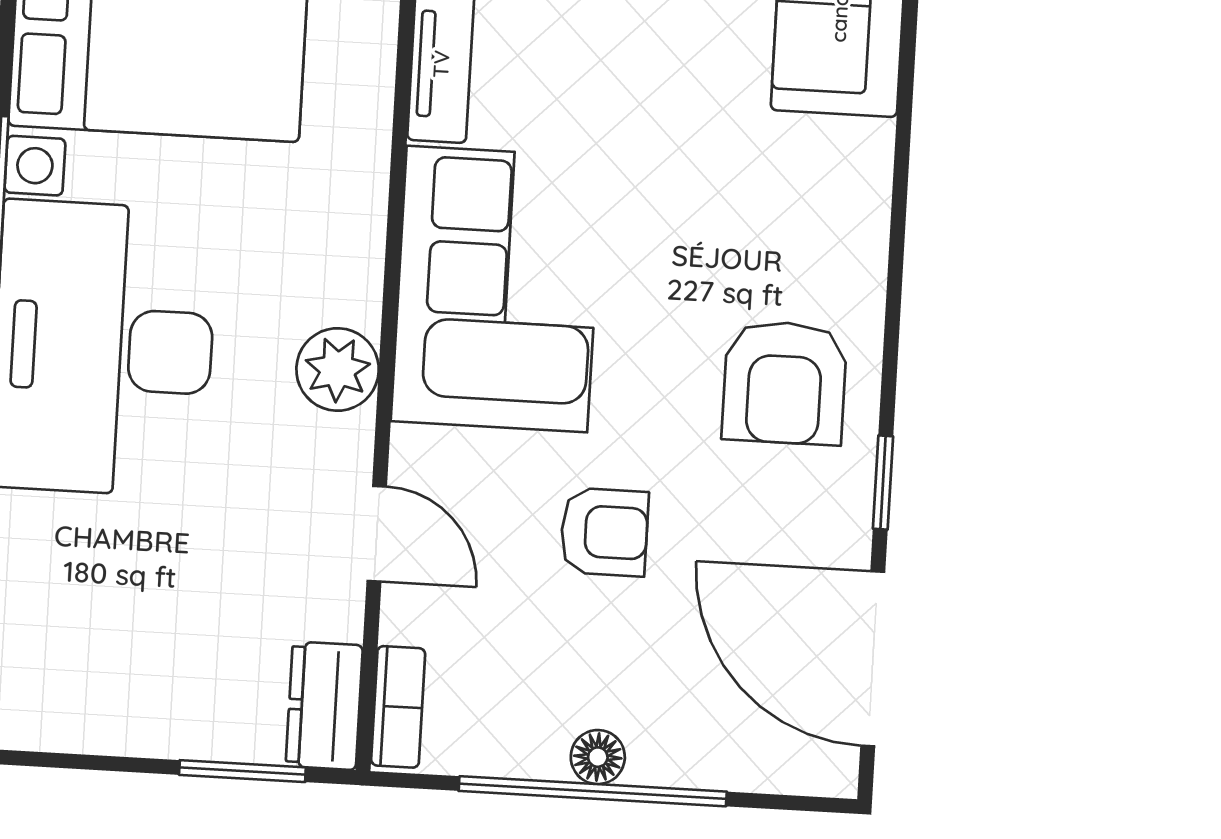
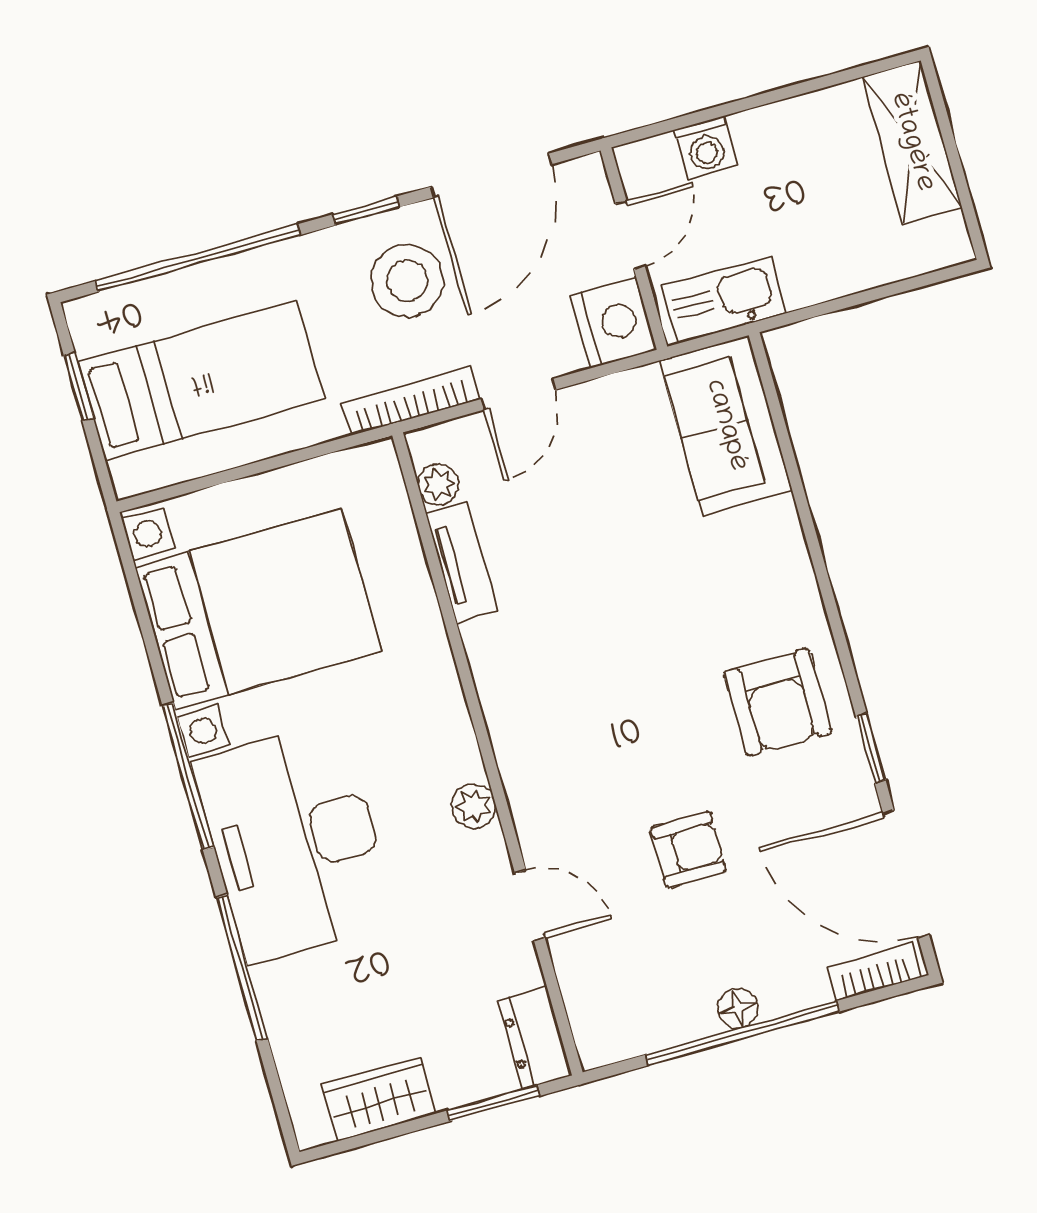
corner sofa: (497, 289) -> (555, 706), removed
plant: (338, 369) -> (473, 806), width x0.73, depth x0.73
bookcase: (398, 707) -> (874, 972), moved, turned -90
wardrobe: (97, 715) -> (379, 1099), added

